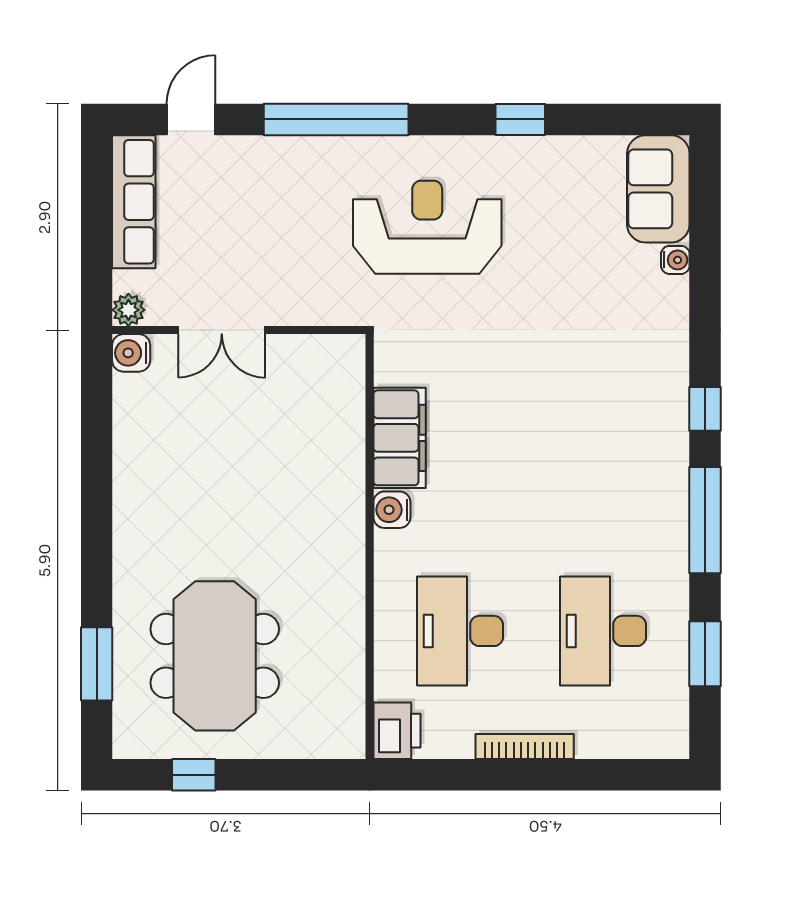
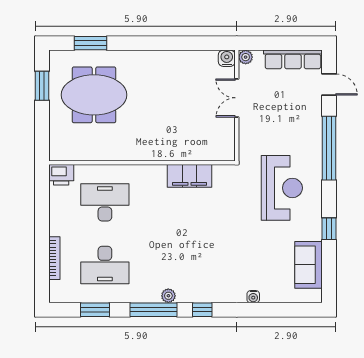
sofa: (658, 189) -> (309, 265), moved, turned -90
water cooler: (675, 260) -> (253, 297), moved
plant: (673, 486) -> (168, 296), added
water cooler: (392, 510) -> (158, 173), removed
desk: (603, 631) -> (105, 265), turned 180
bookcase: (525, 747) -> (54, 258), moved
window: (194, 775) -> (42, 86), width x1.50

